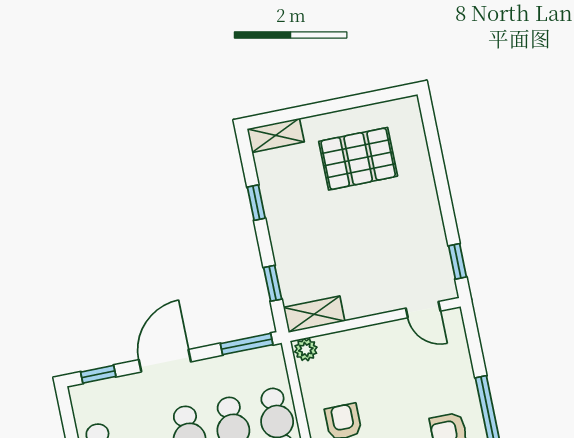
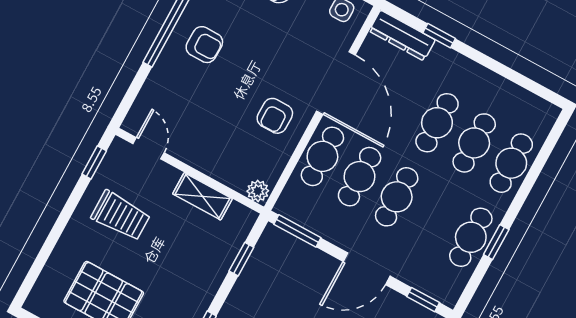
trolley: (400, 236) -> (121, 216), added
shelving: (314, 314) -> (202, 196), moved

